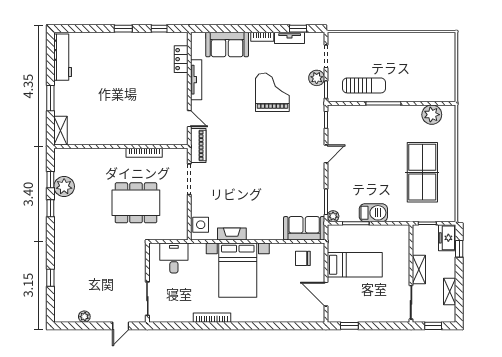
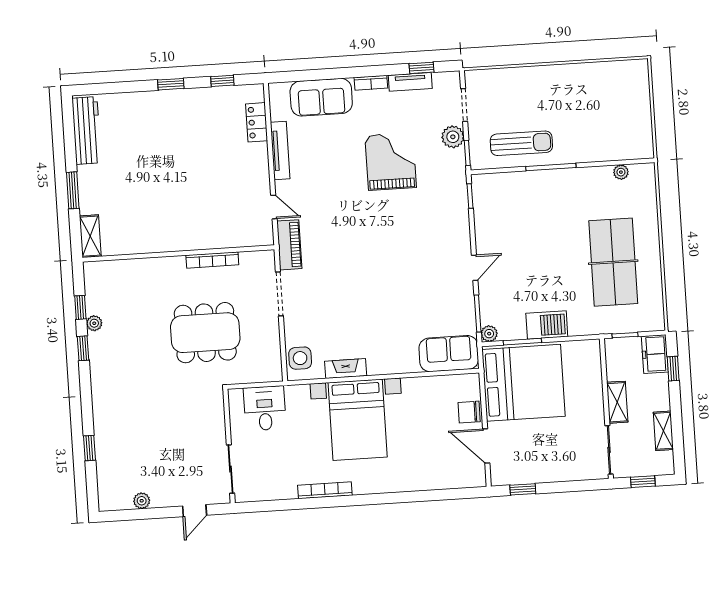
plant: (432, 115) -> (621, 172), width x0.53, depth x0.53
door: (326, 154) -> (475, 268), moved
plant: (64, 187) -> (94, 323), width x0.53, depth x0.53
chair: (303, 258) -> (469, 412), moved
bed: (355, 265) -> (523, 383), width x2.04

